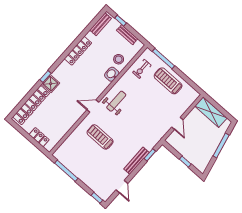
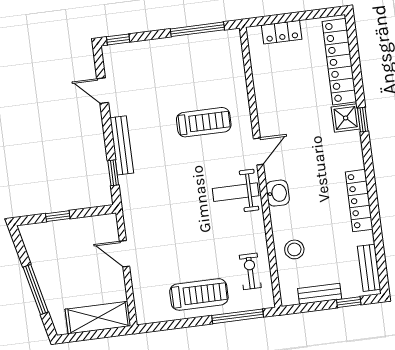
washbasin: (112, 74) -> (278, 193), moved
weight bench: (116, 101) -> (236, 192), turned 90

